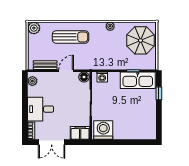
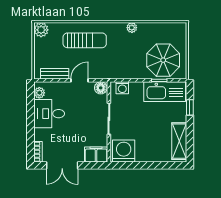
parasol: (141, 40) -> (163, 60), moved
desk: (41, 109) -> (49, 114), moved
shelving: (150, 122) -> (179, 141), added

